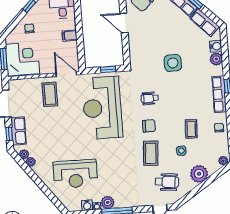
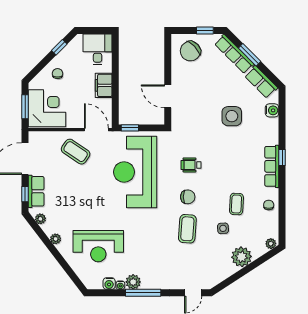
door: (124, 23) -> (168, 96), moved
filing cabinet: (70, 36) -> (104, 85), width x2.00
plant: (216, 59) -> (271, 125), removed
side table: (173, 63) -> (232, 116), moved
window: (108, 69) -> (130, 128), moved
coffee table: (50, 94) -> (76, 152), turned -56
plant: (31, 162) -> (56, 239), moved
wheelchair: (167, 182) -> (204, 263), removed

